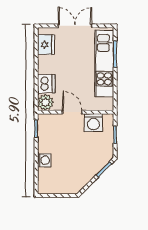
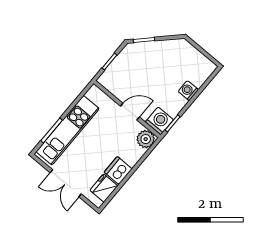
dishwasher: (46, 84) -> (118, 171), moved
door: (72, 112) -> (130, 112), swing flipped
washing machine: (93, 123) -> (159, 121), moved

